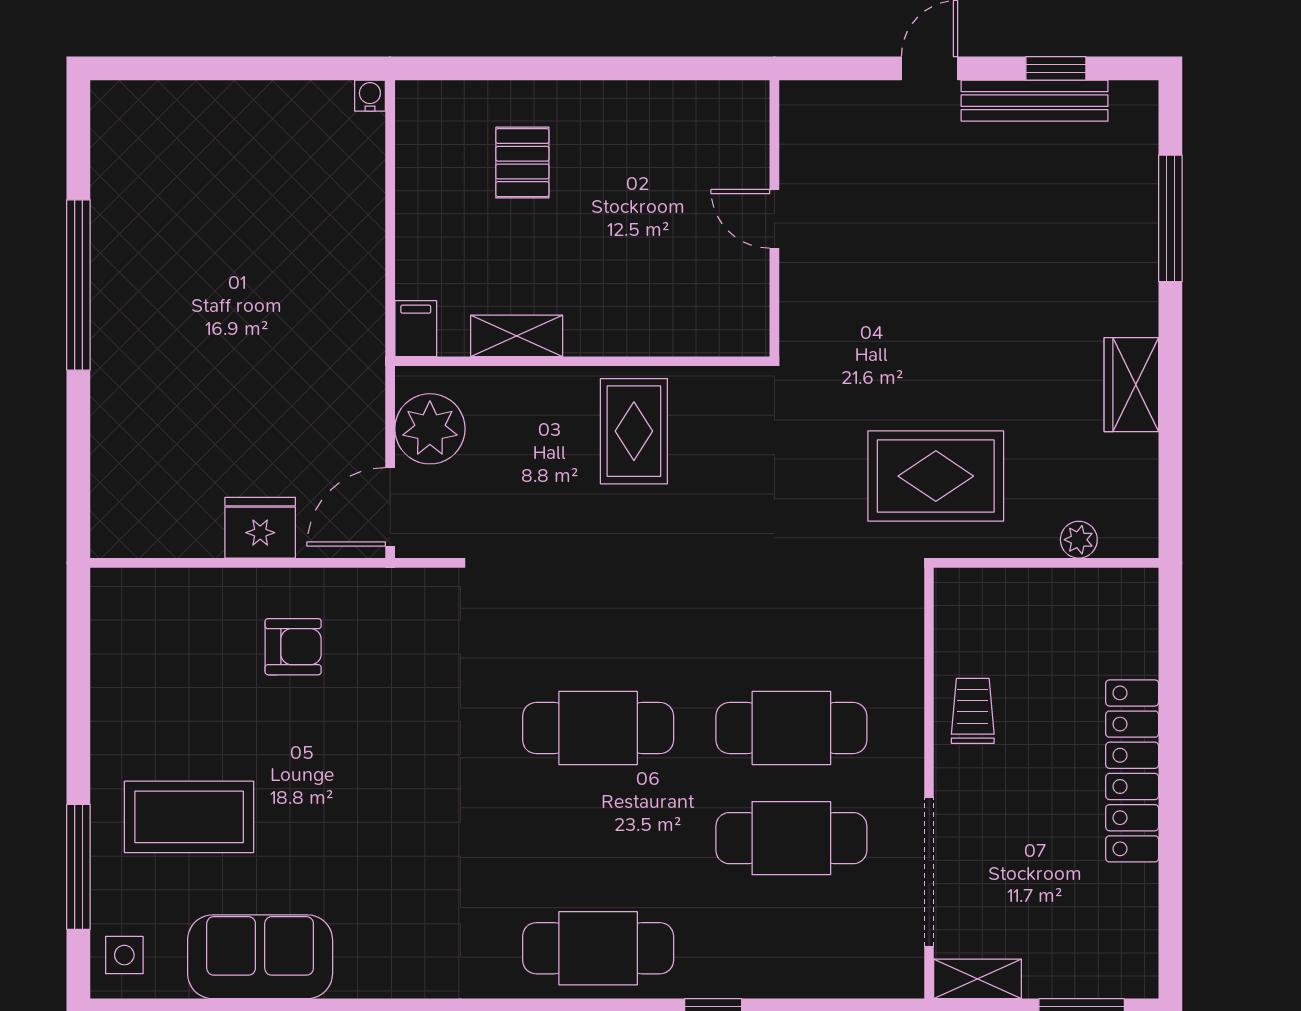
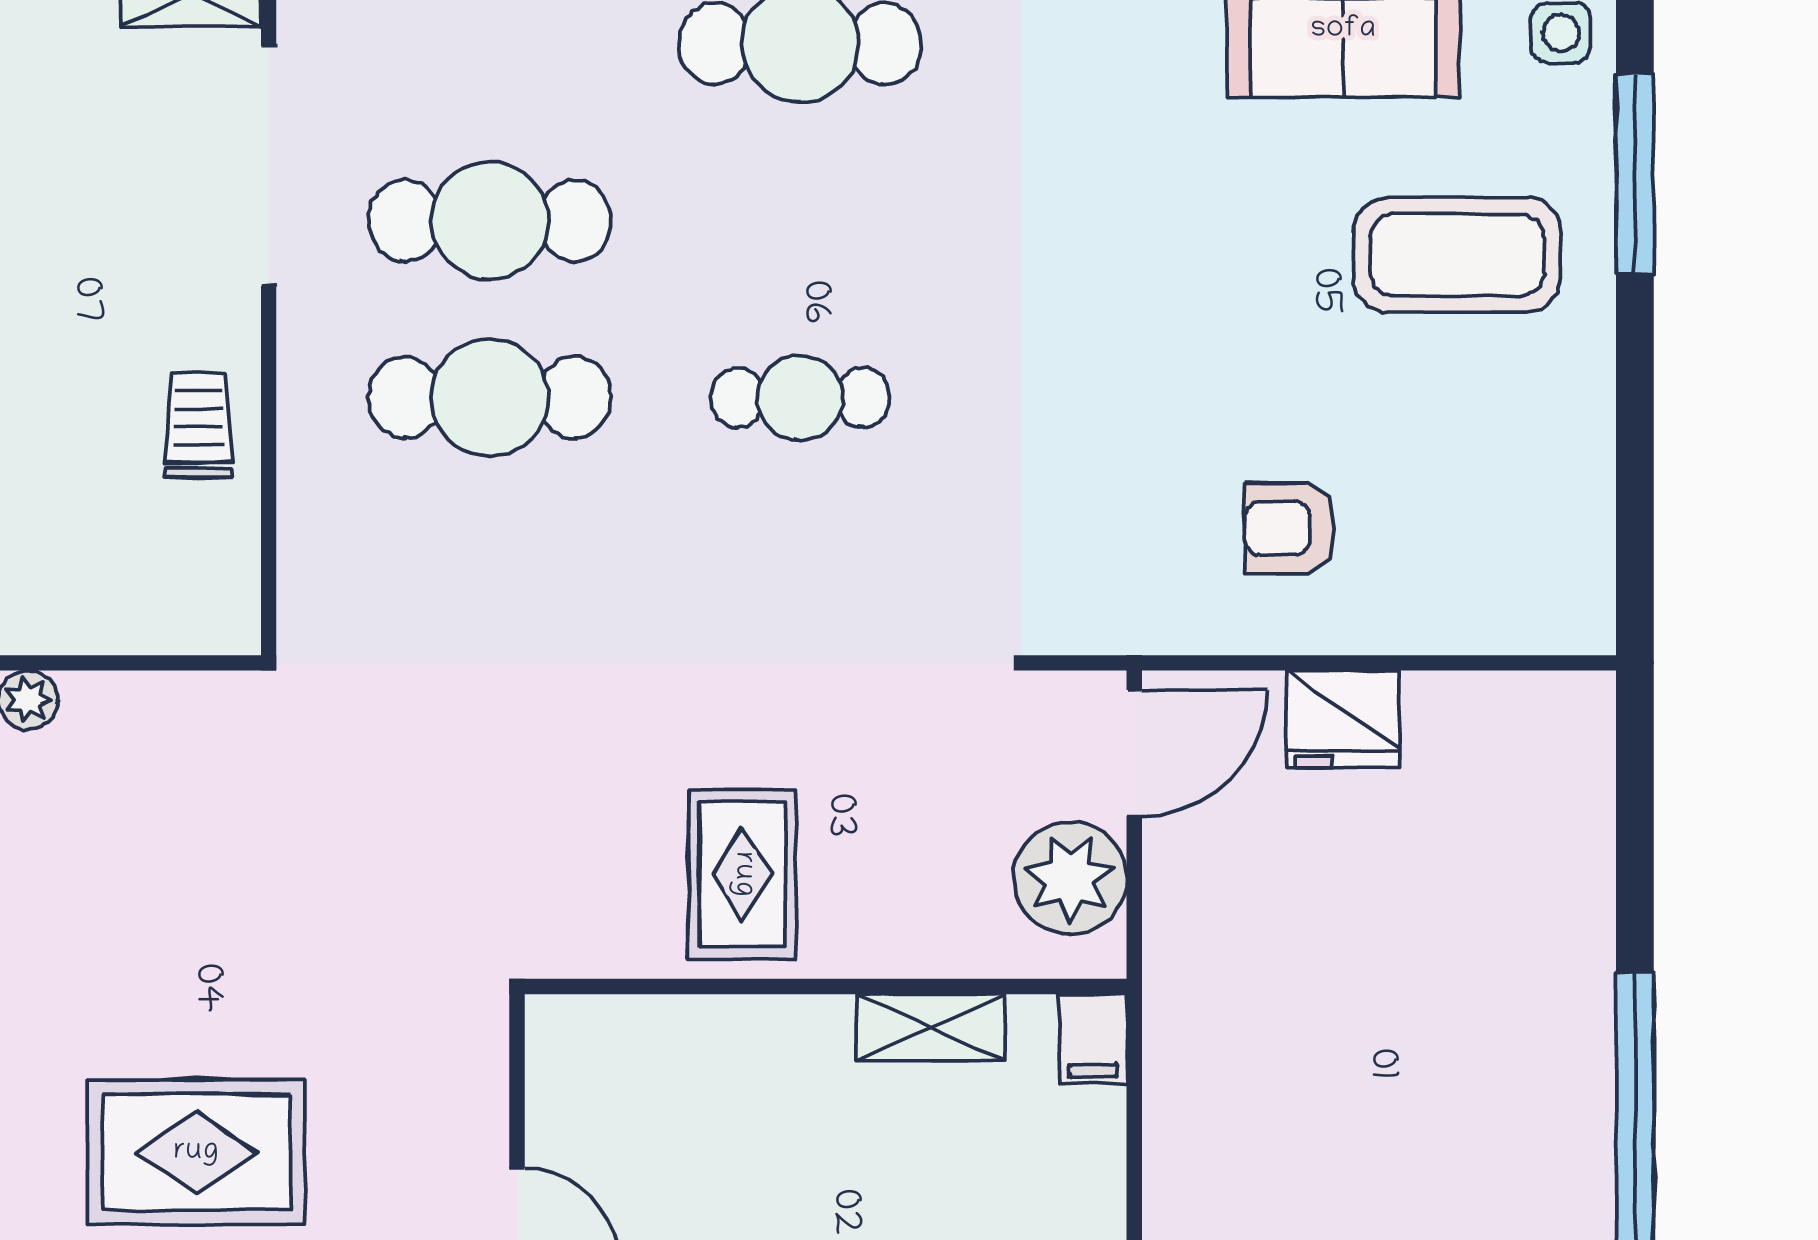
rug: (936, 476) -> (196, 1152), moved
trolley: (973, 711) -> (198, 425), turned 180
cafe table: (598, 728) -> (800, 397), width x0.73, depth x0.74

